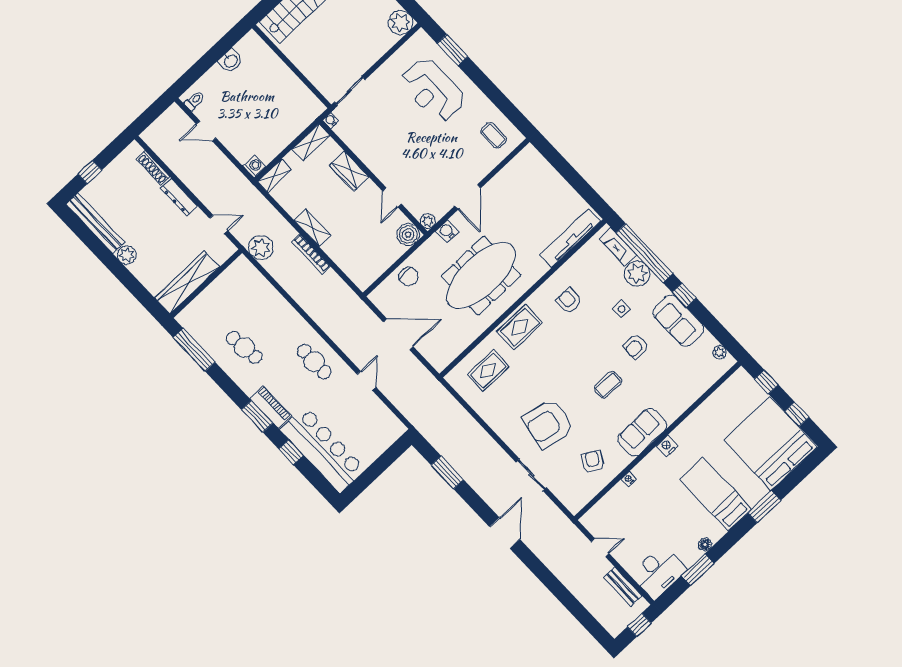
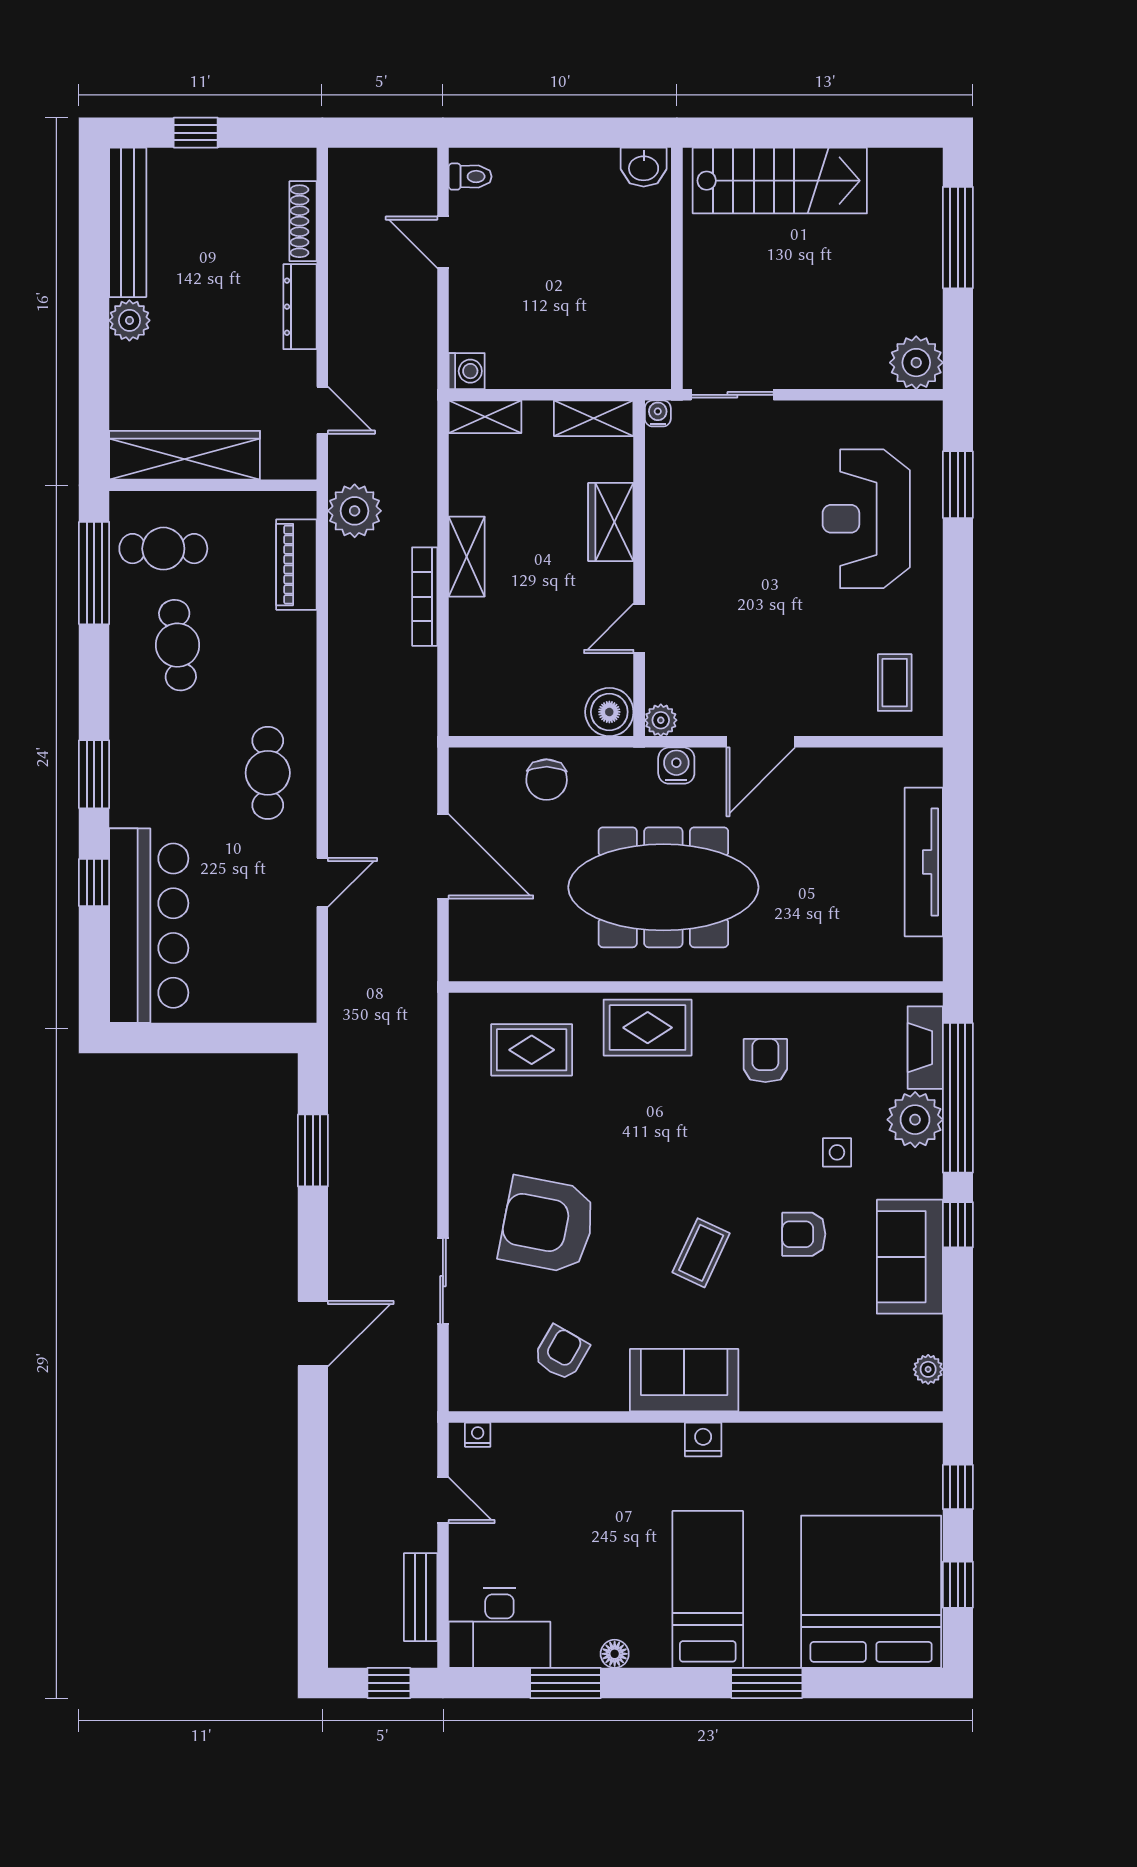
washbasin: (231, 61) -> (644, 167), moved
tv unit: (570, 238) -> (924, 862), moved, turned -90
cafe table: (209, 320) -> (163, 549), added
coffee table: (608, 385) -> (701, 1253), turned -65
piano: (271, 407) -> (296, 565), moved, turned 180
nightstand: (629, 479) -> (478, 1435), moved

